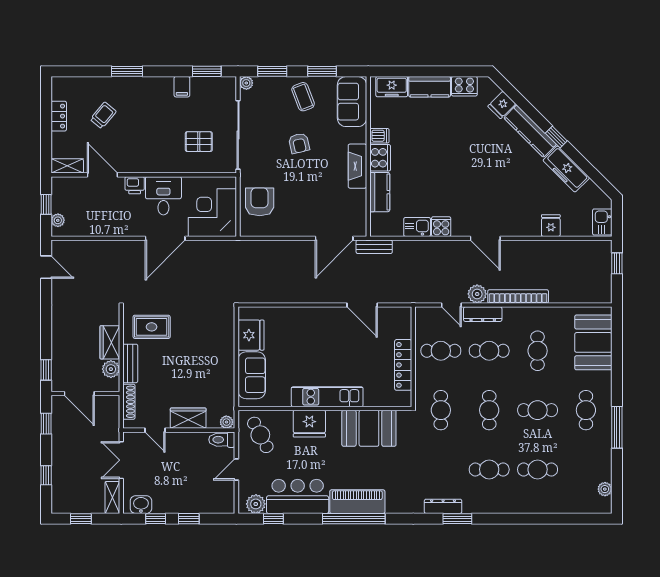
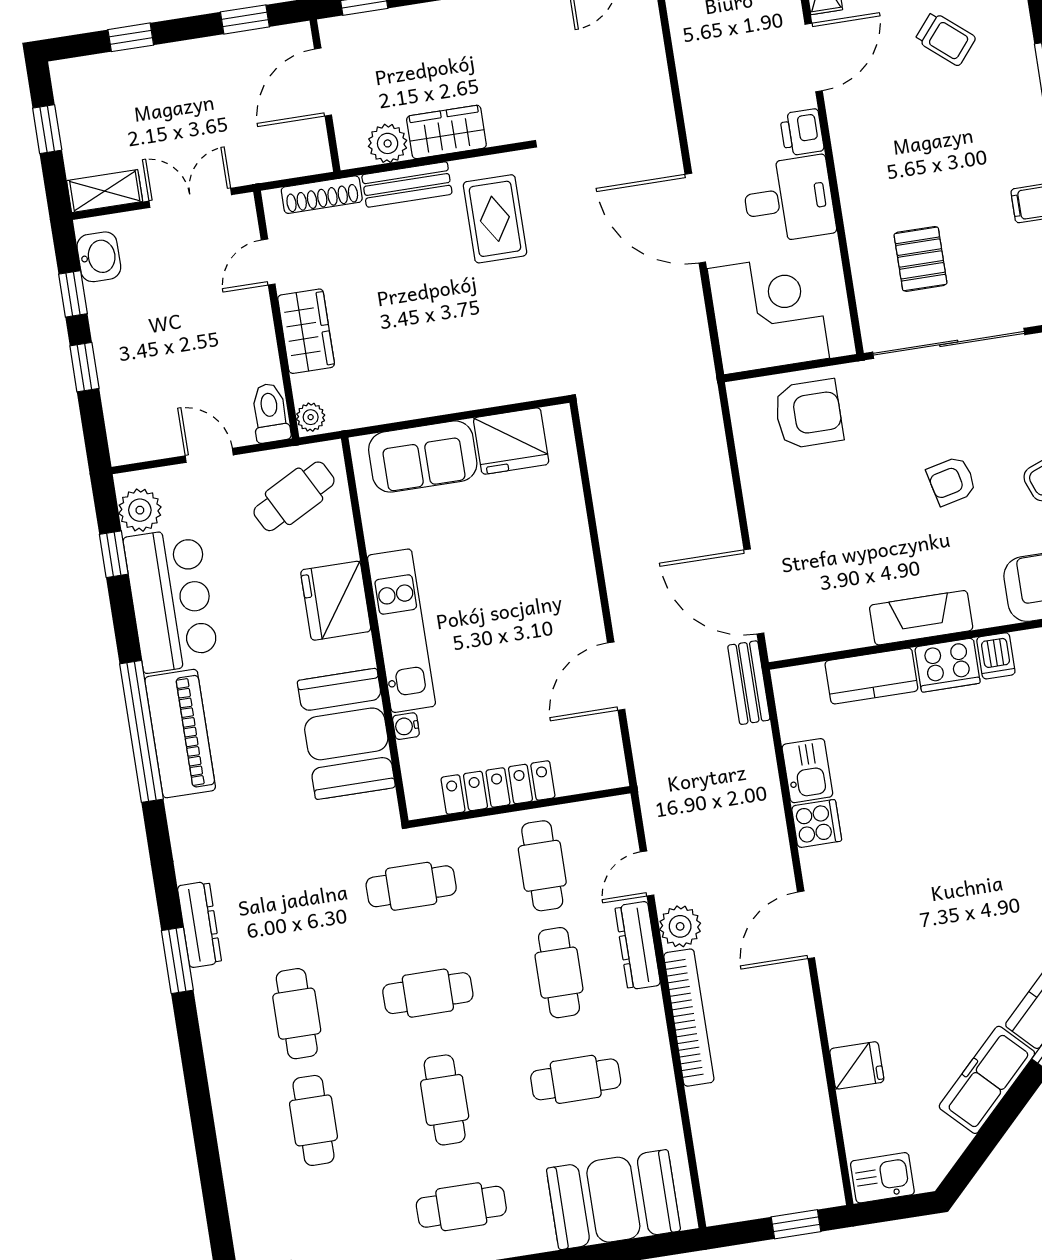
water cooler: (370, 401) -> (406, 726), added

